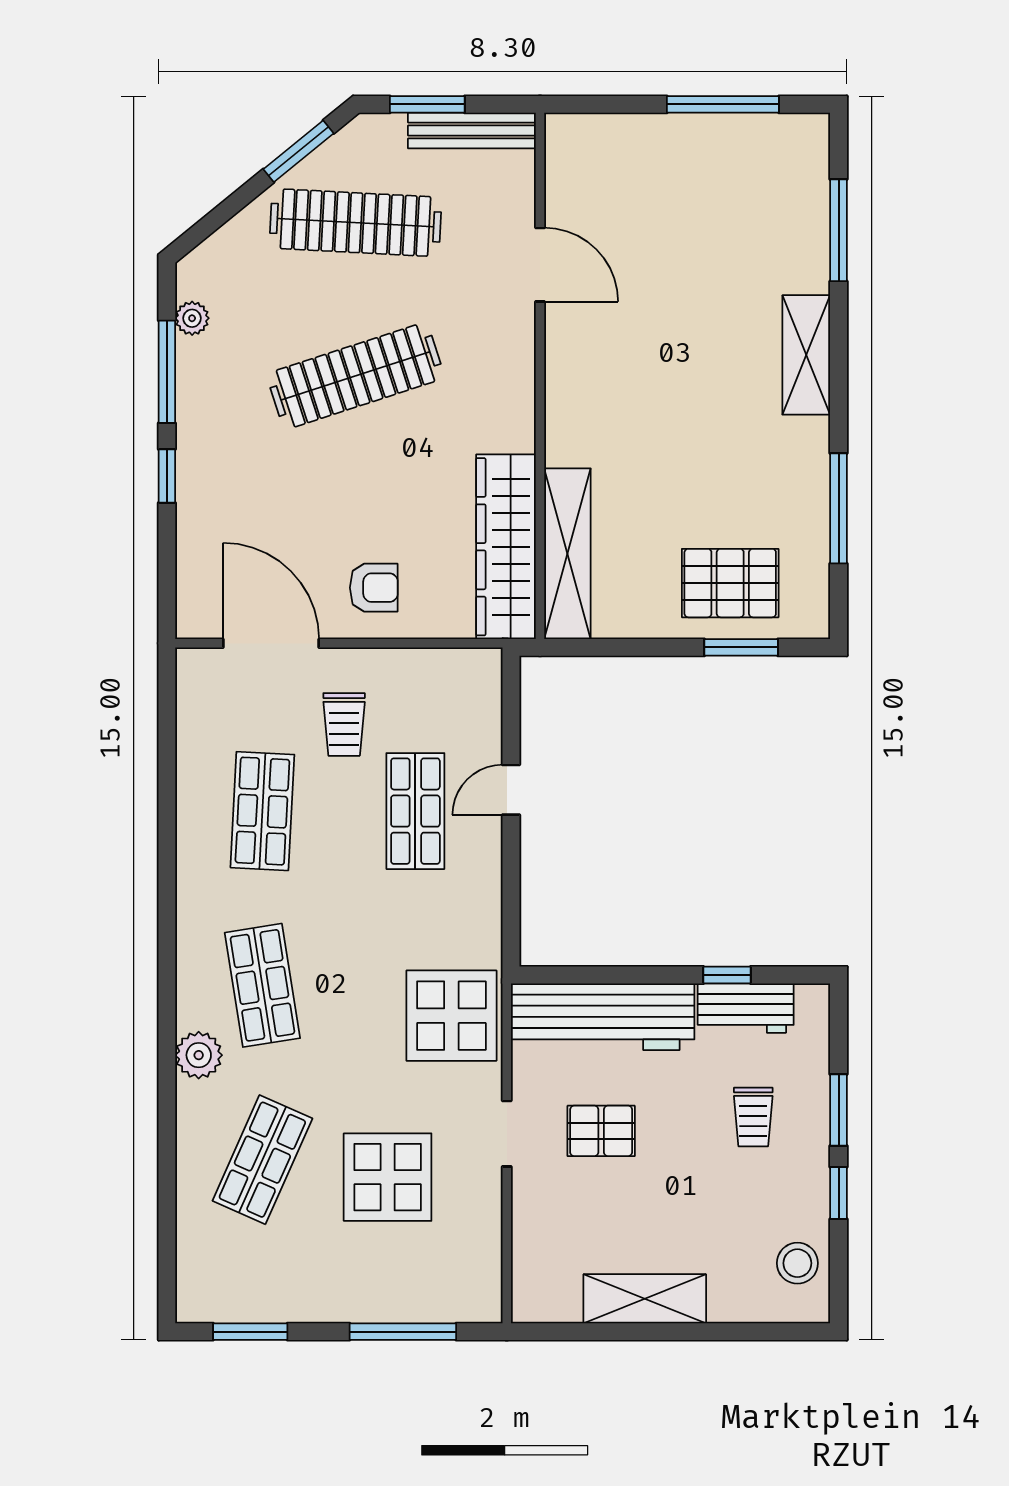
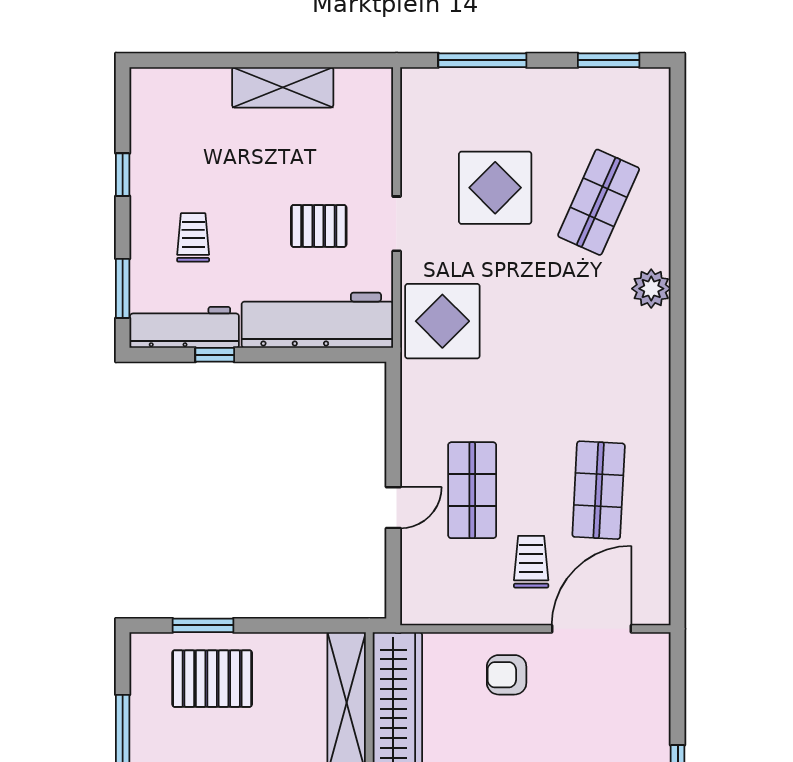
door: (271, 643) -> (592, 629), swing flipped
shop shelf: (262, 985) -> (599, 346), removed
workbench: (746, 1008) -> (184, 327), width x1.38
window: (839, 1110) -> (123, 288), moved
stool: (797, 1263) -> (157, 117), removed

